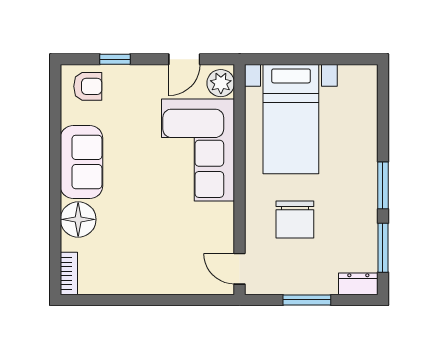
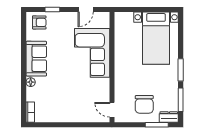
plant: (221, 83) -> (103, 21), removed
bed with nightstands: (291, 119) -> (156, 38), moved
floor lamp: (78, 219) -> (31, 82), width x0.53, depth x0.53
chair: (295, 219) -> (144, 104), moved
window: (307, 300) -> (157, 125), moved

